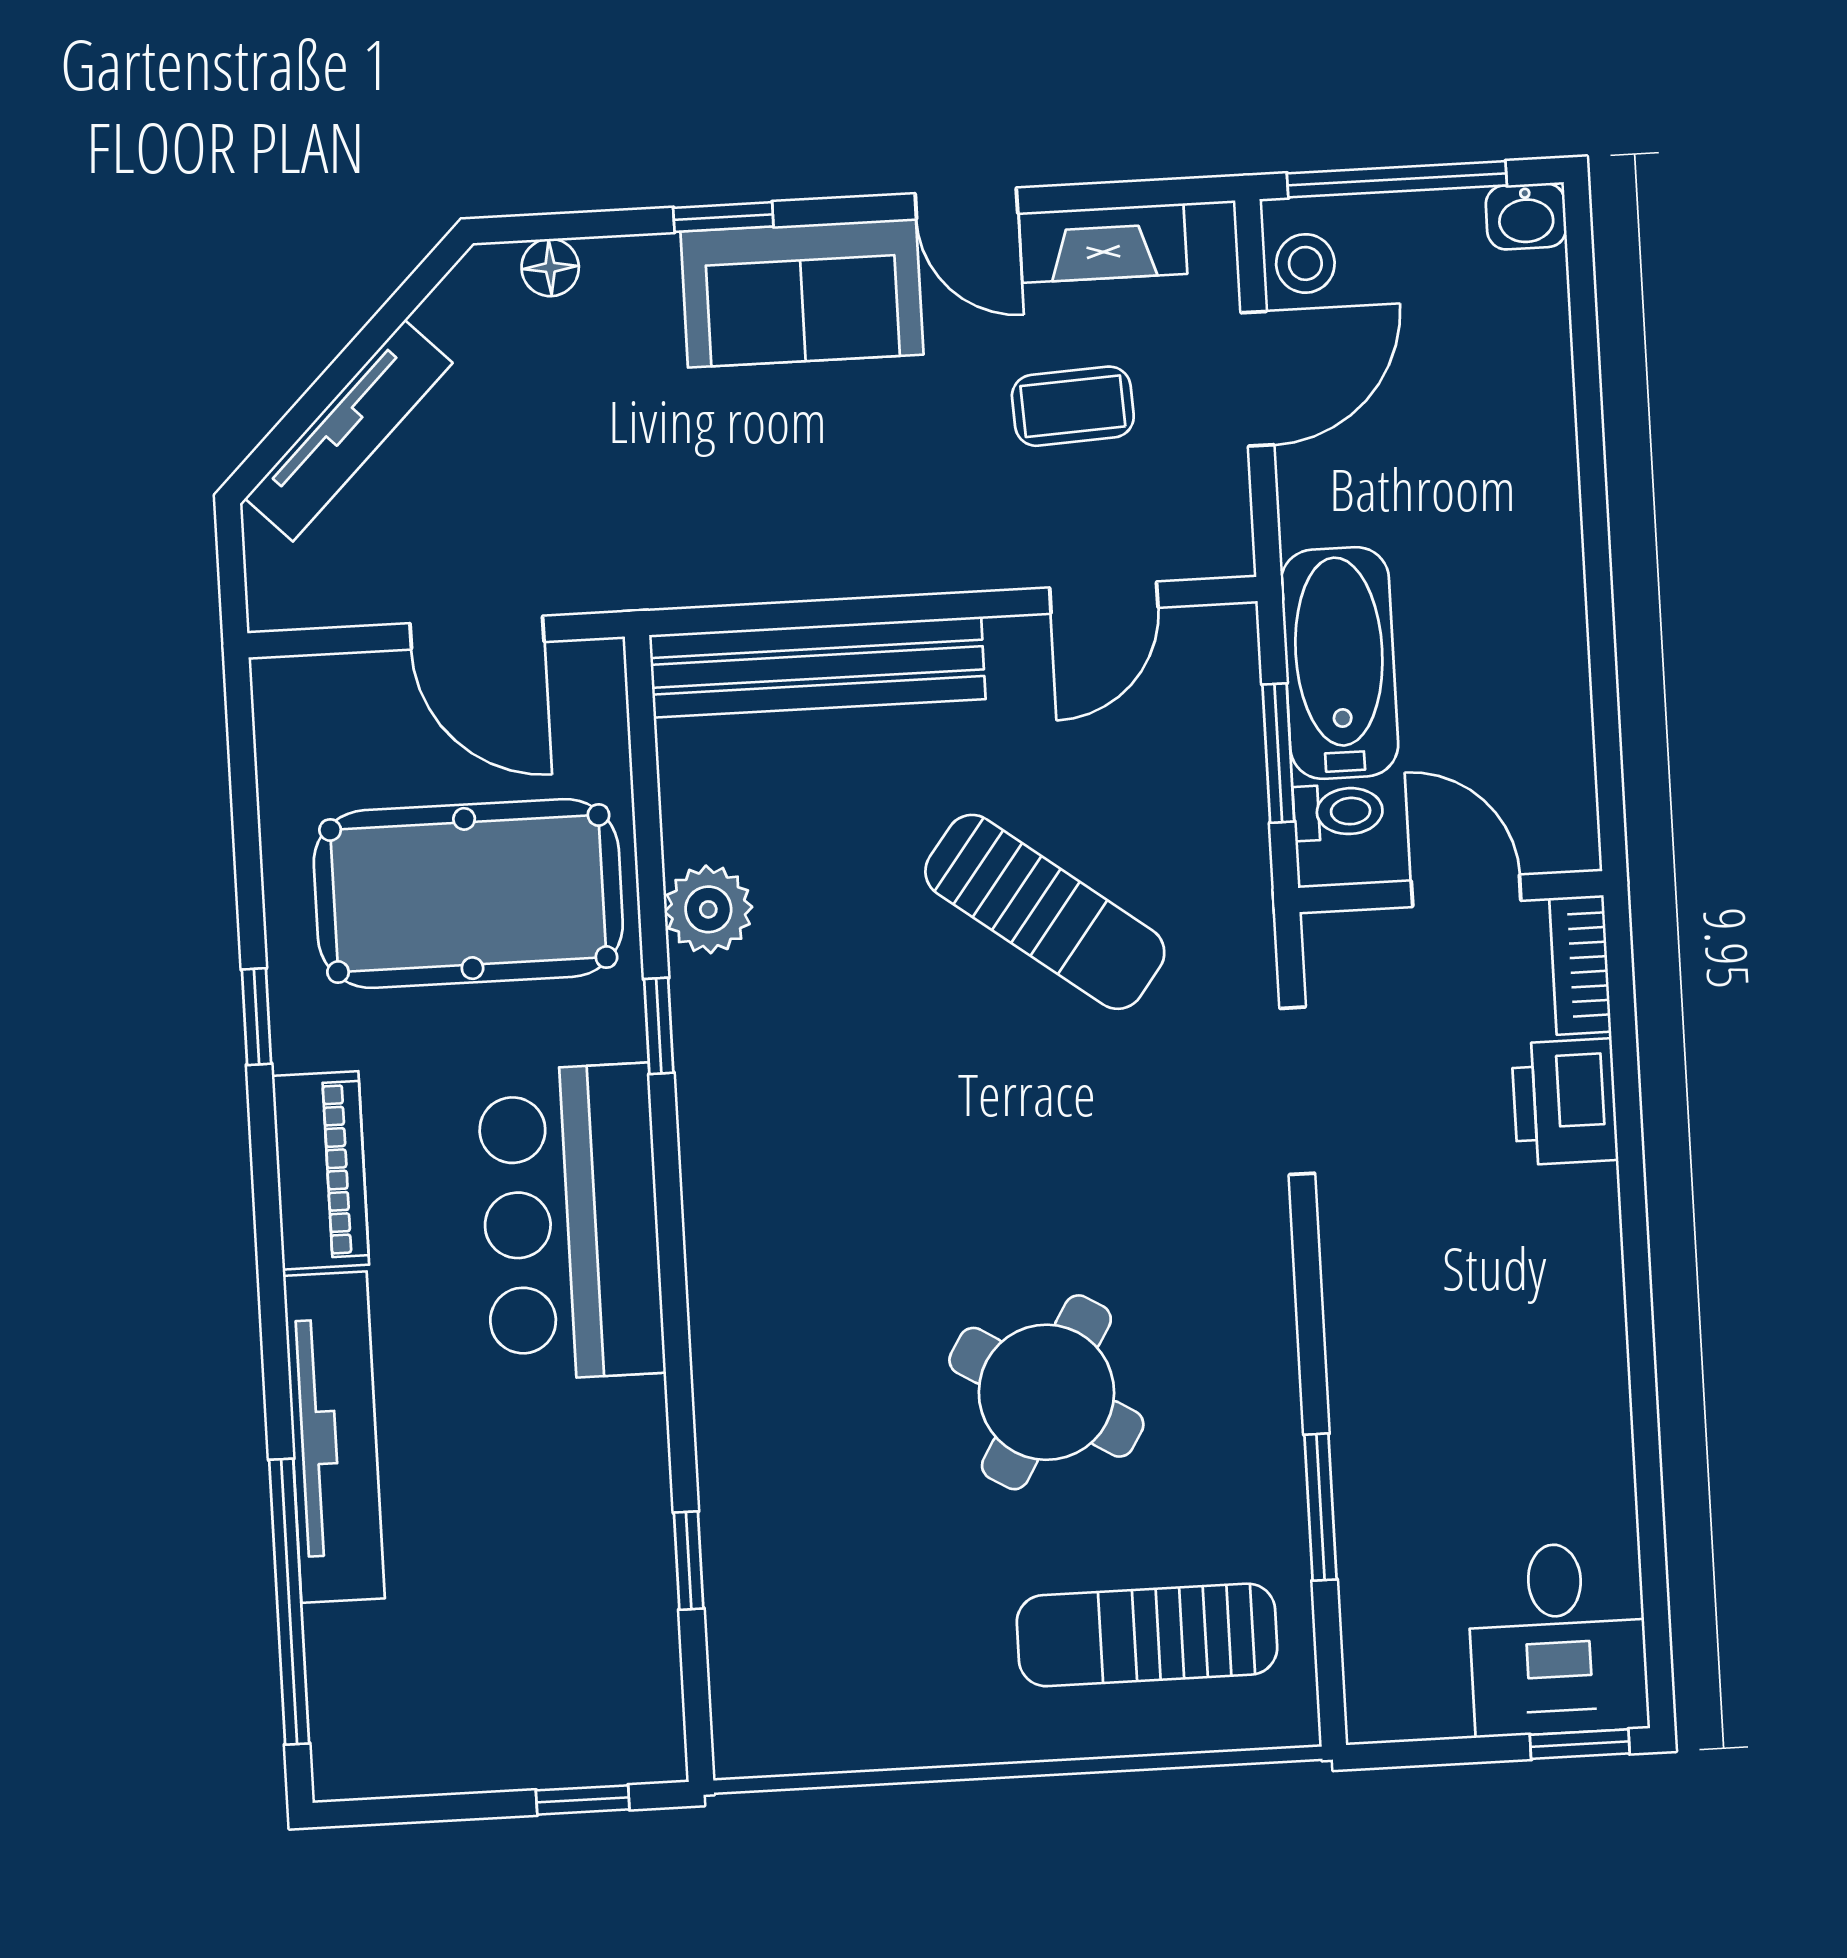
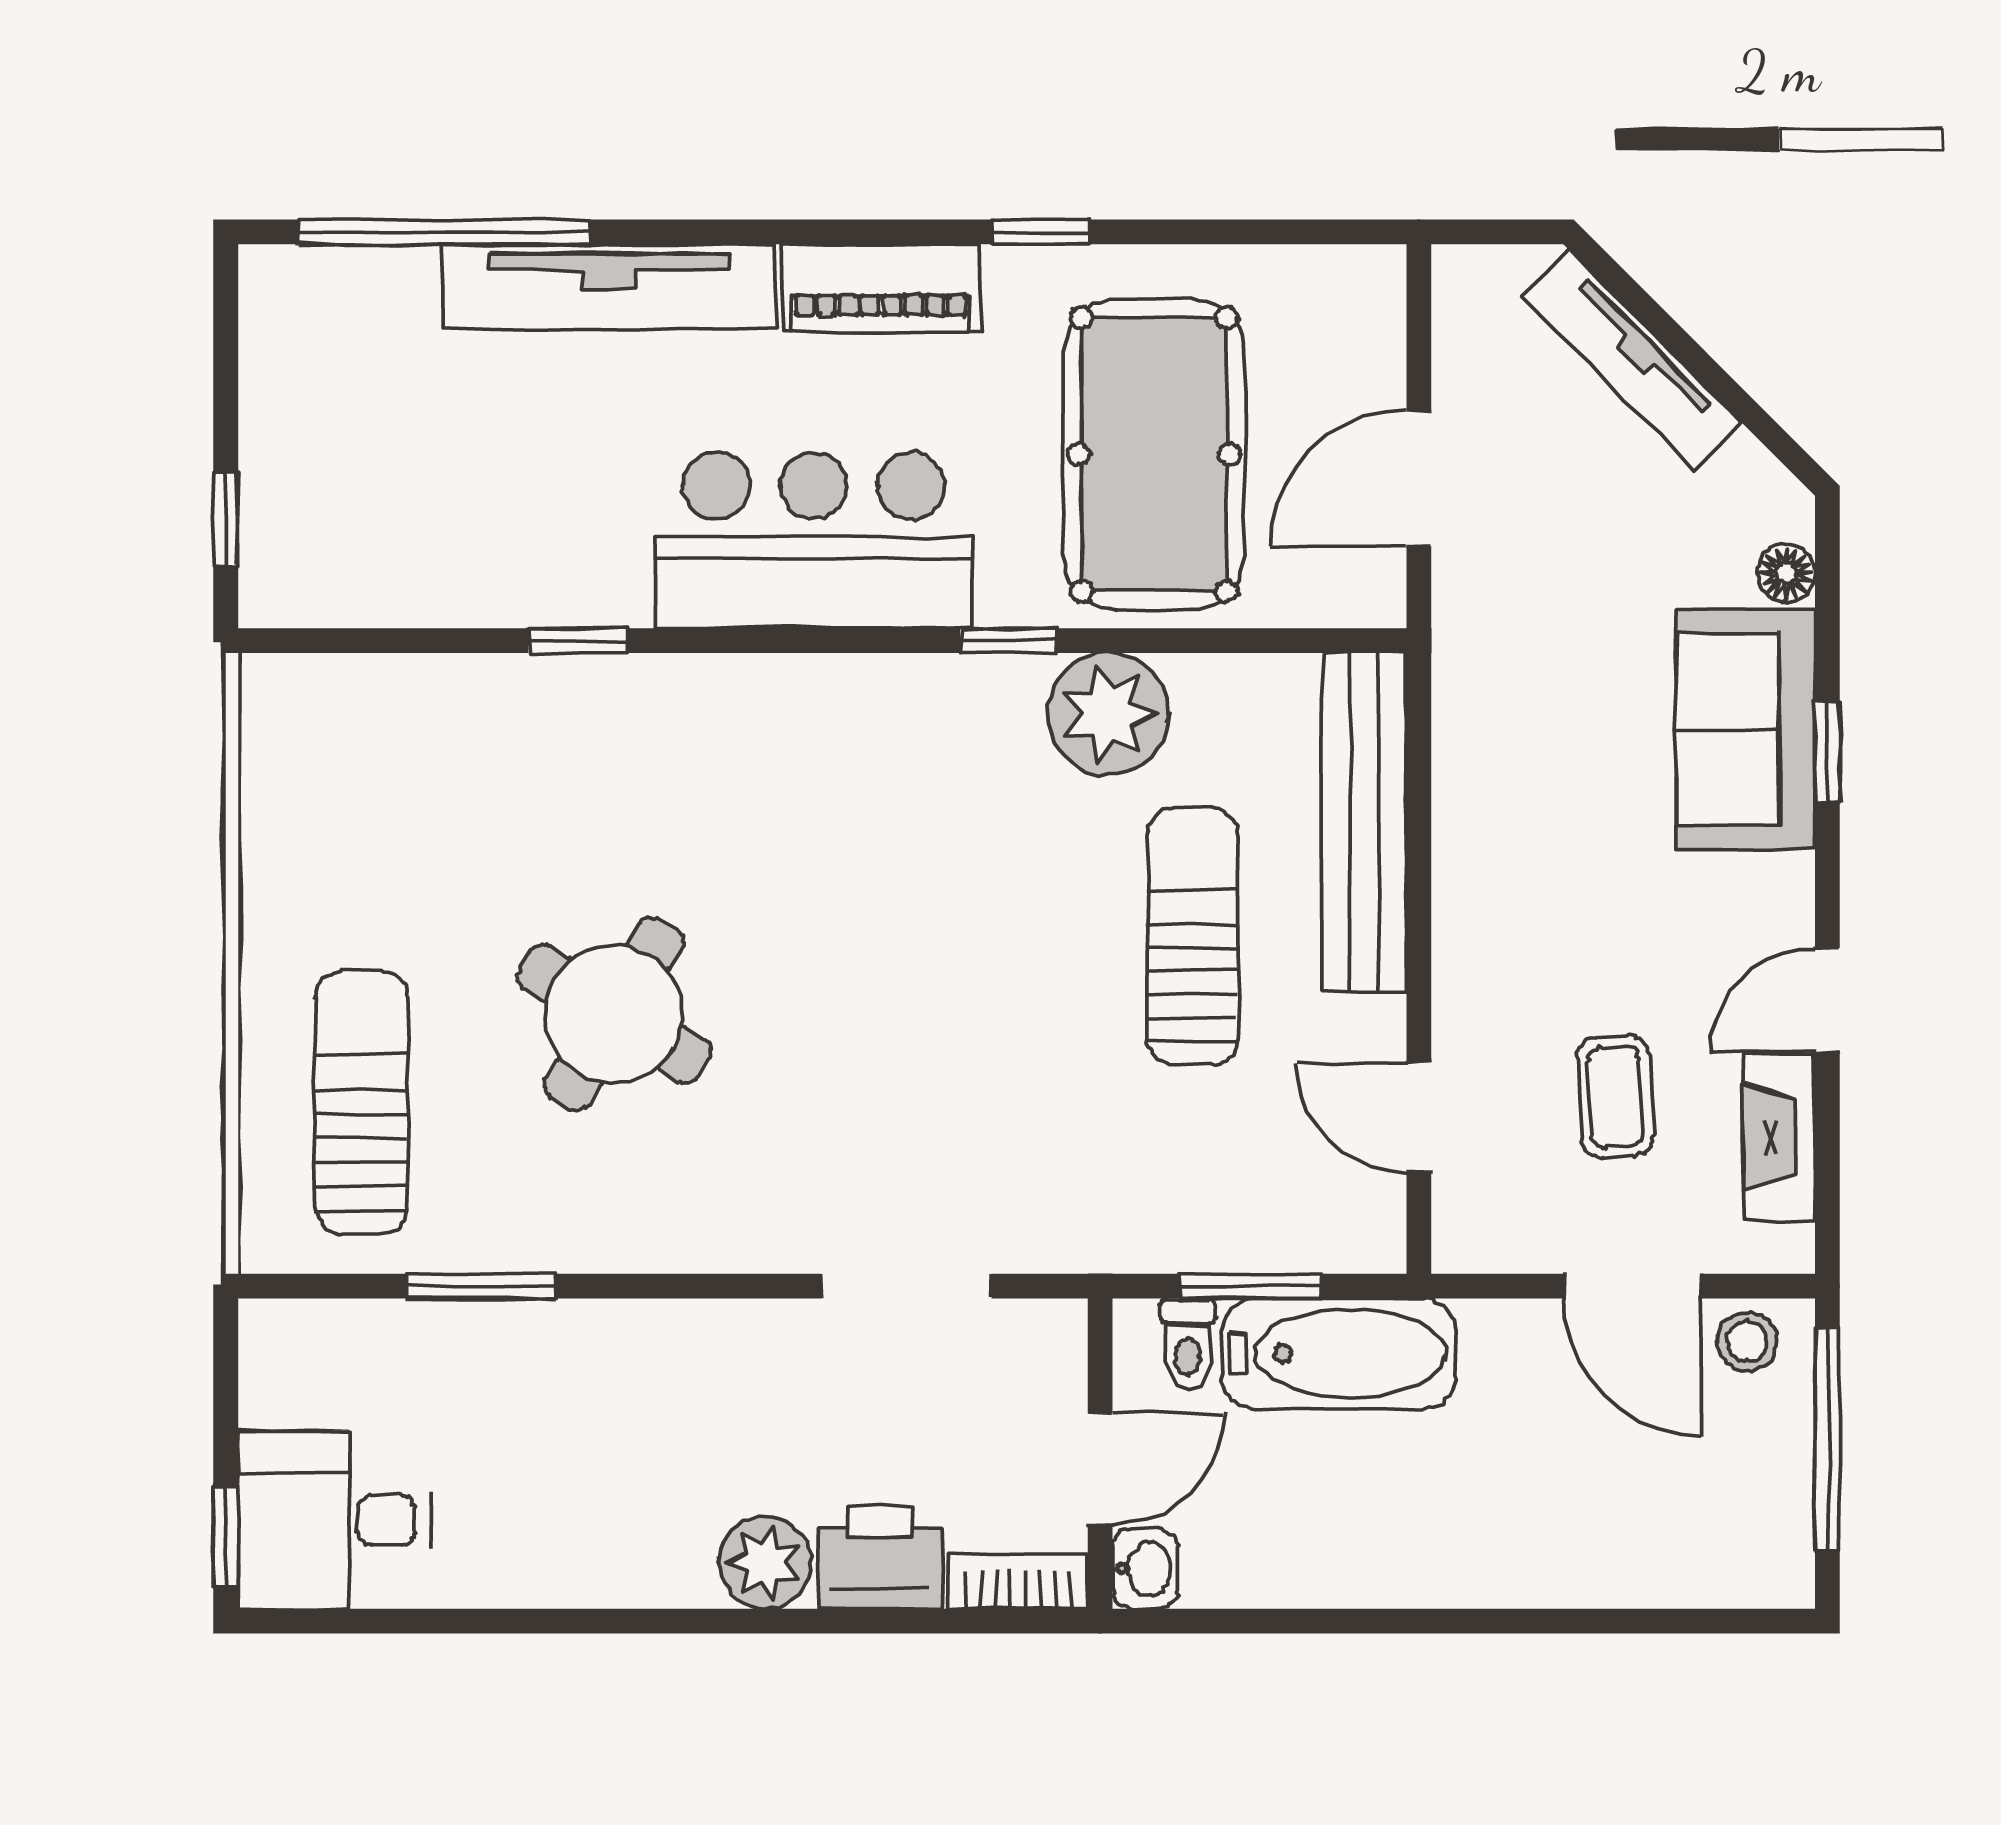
washbasin: (1526, 216) -> (1145, 1569), moved, turned 180
sofa: (802, 293) -> (1746, 729), moved
plant: (708, 909) -> (1108, 714), width x1.36, depth x1.36
sun lounger: (1045, 912) -> (1193, 936), moved, turned 143
plant: (1576, 1214) -> (765, 1563), added
window: (689, 1561) -> (578, 641), moved

